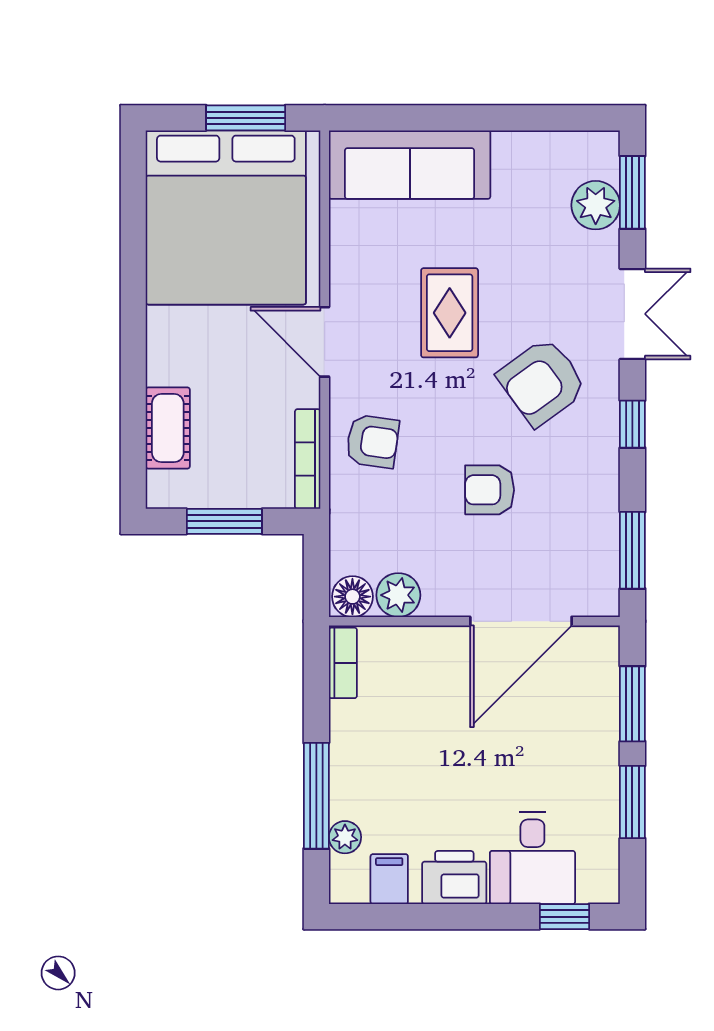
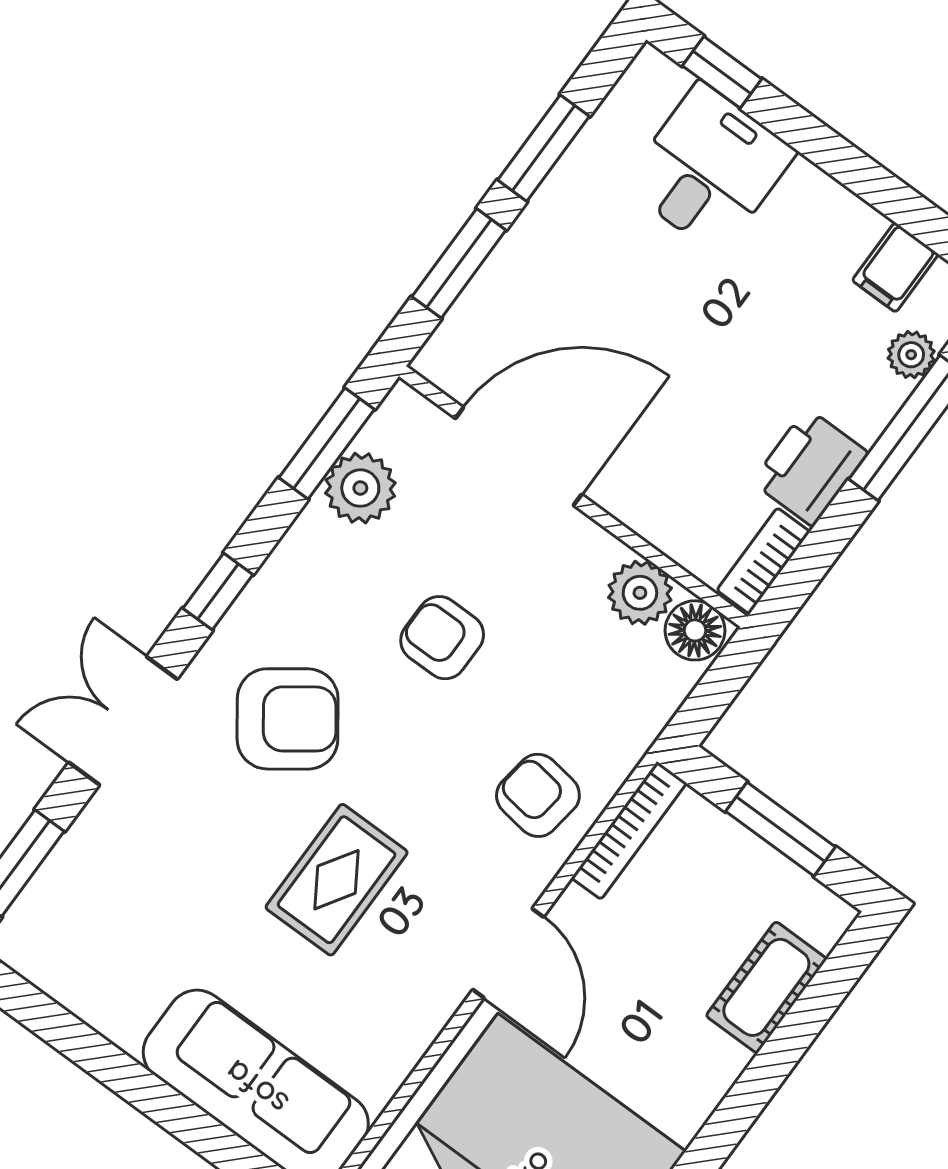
plant: (596, 205) -> (360, 488), moved
armchair: (490, 490) -> (442, 638), turned 180
printer: (454, 878) -> (810, 467), moved, turned 90

